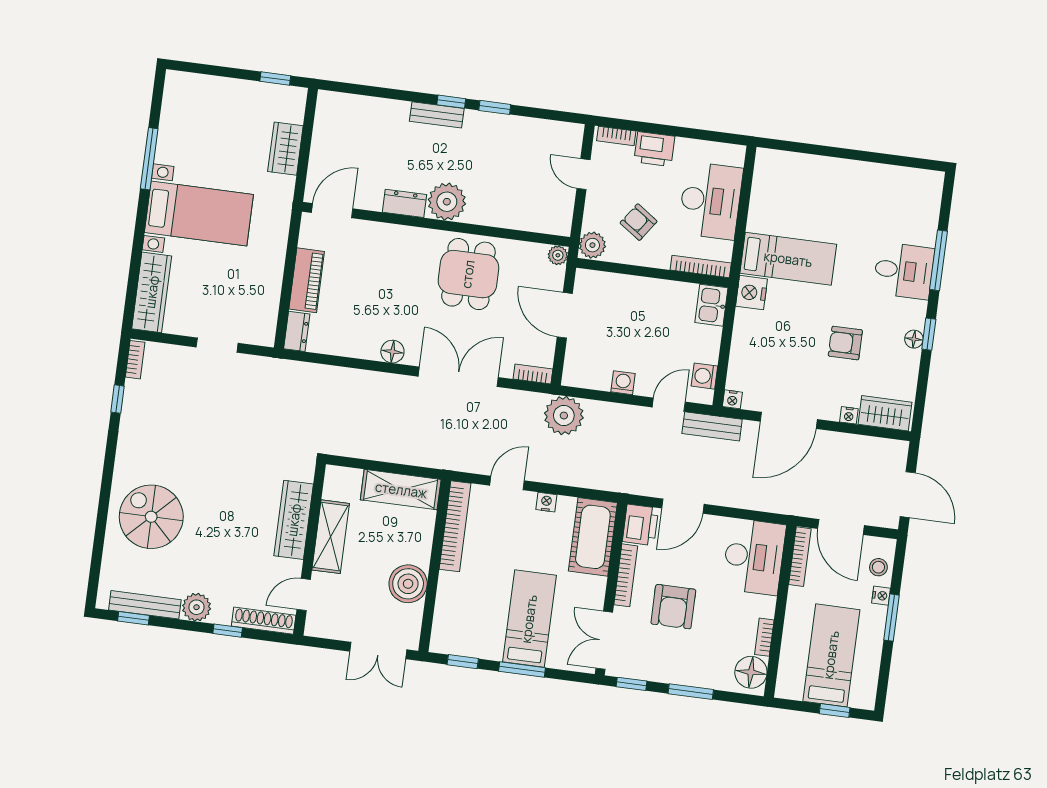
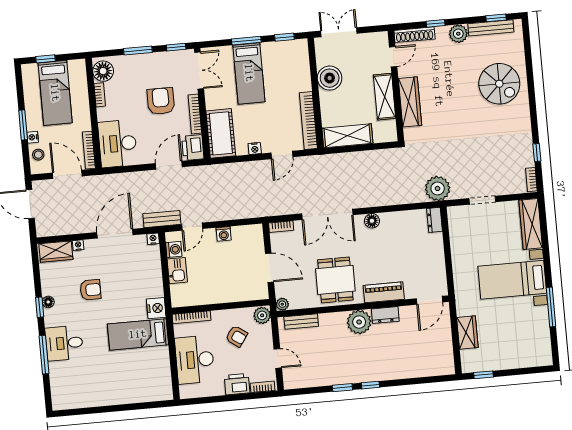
bench: (437, 115) -> (301, 322), moved
piano: (307, 280) -> (384, 292), moved, turned 90
kitchen sink: (711, 305) -> (177, 271), moved
plant: (564, 416) -> (438, 188), moved

